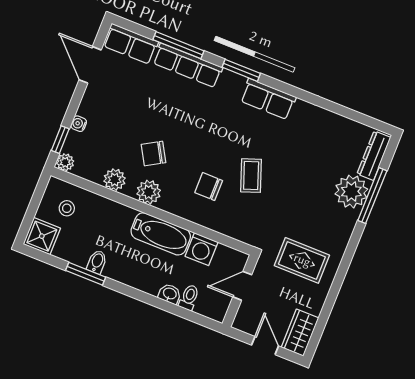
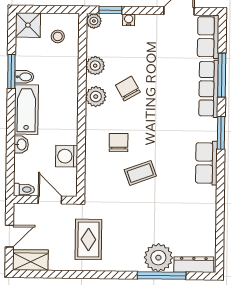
bathtub: (161, 234) -> (26, 110), moved, turned 180
toilet: (189, 298) -> (24, 189), moved

